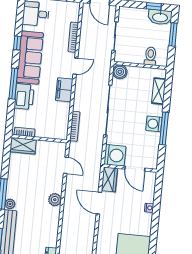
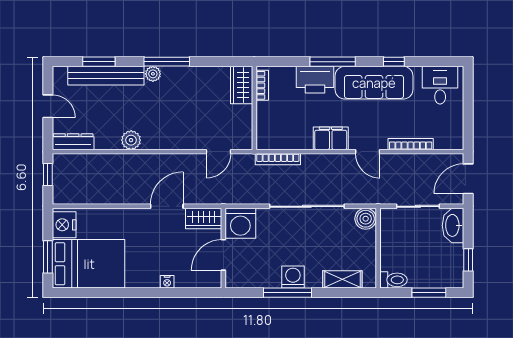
washbasin: (160, 17) -> (453, 225), moved
toilet: (150, 56) -> (393, 280), moved
plant: (55, 200) -> (131, 140), moved

